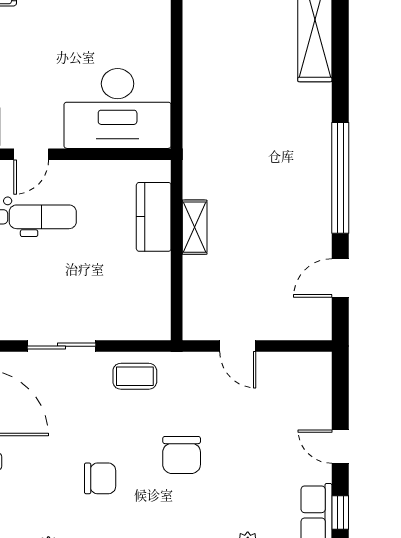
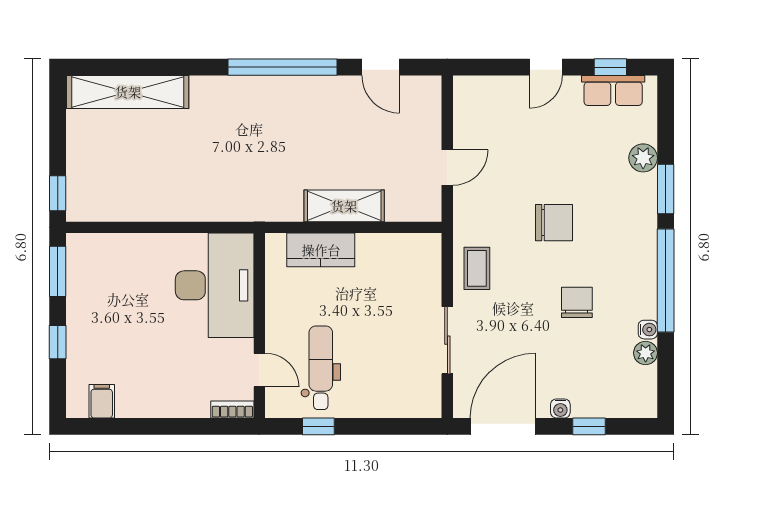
shelving: (195, 227) -> (344, 206), width x1.50, depth x1.33

